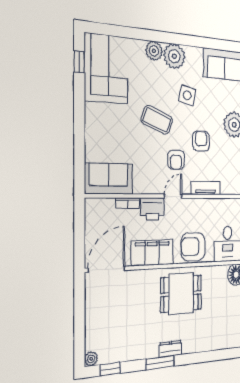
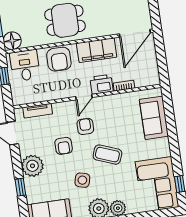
sofa: (109, 179) -> (154, 118), moved, turned 90
tv unit: (206, 188) -> (38, 111), moved
armchair: (193, 247) -> (59, 59), turned 90

